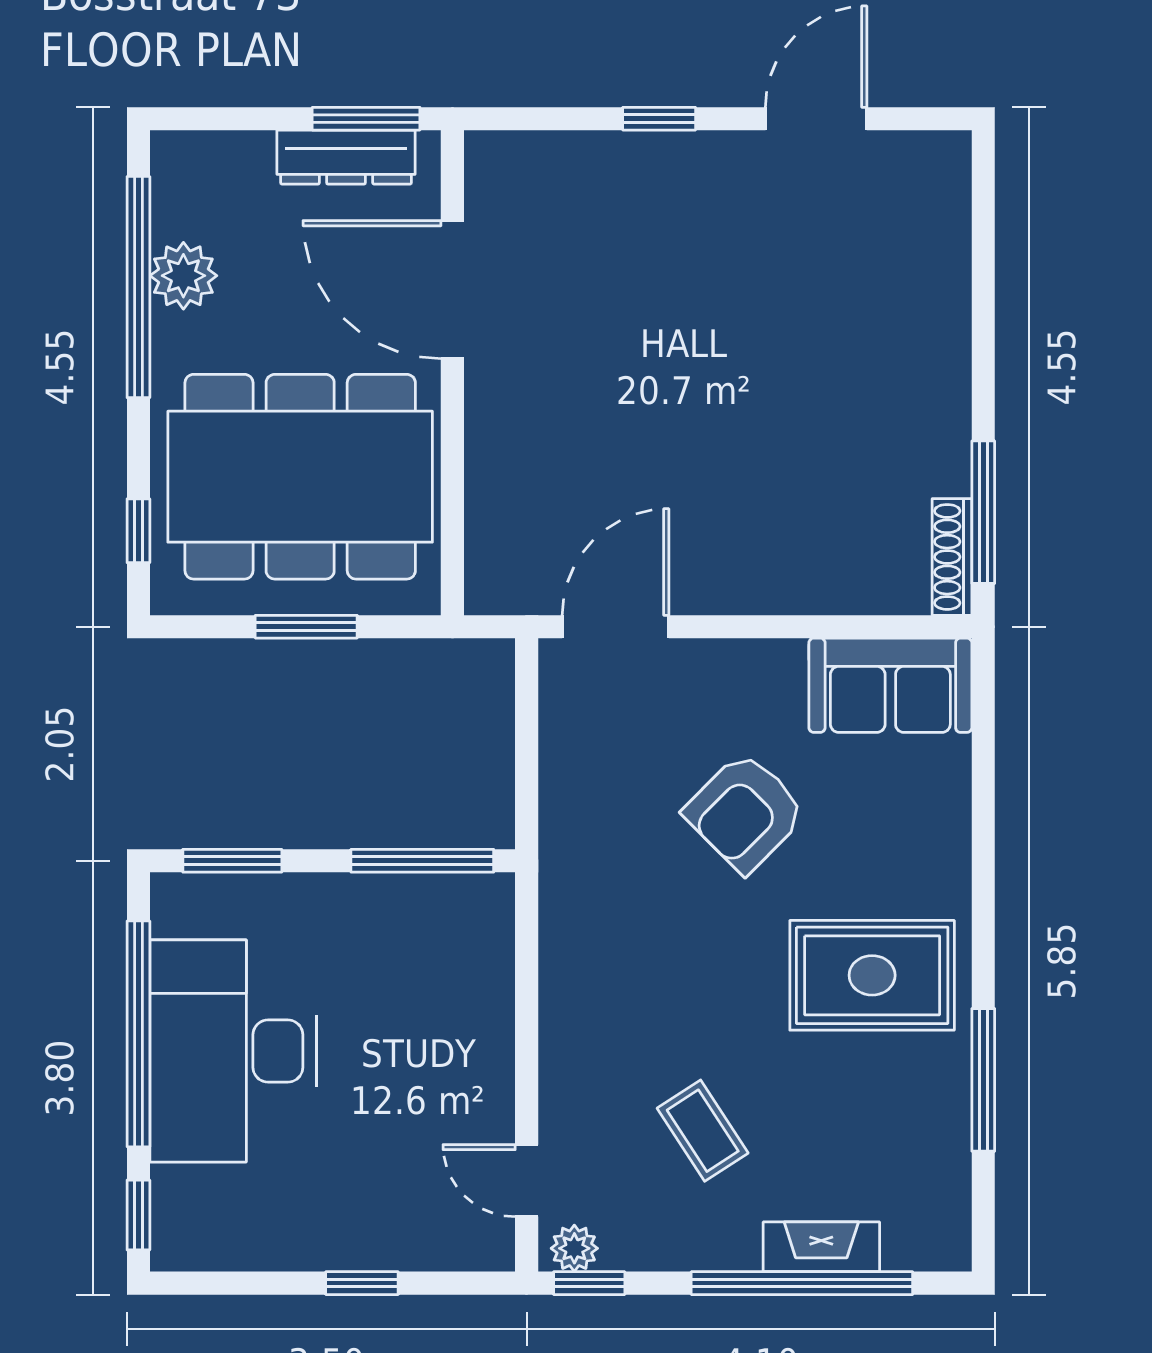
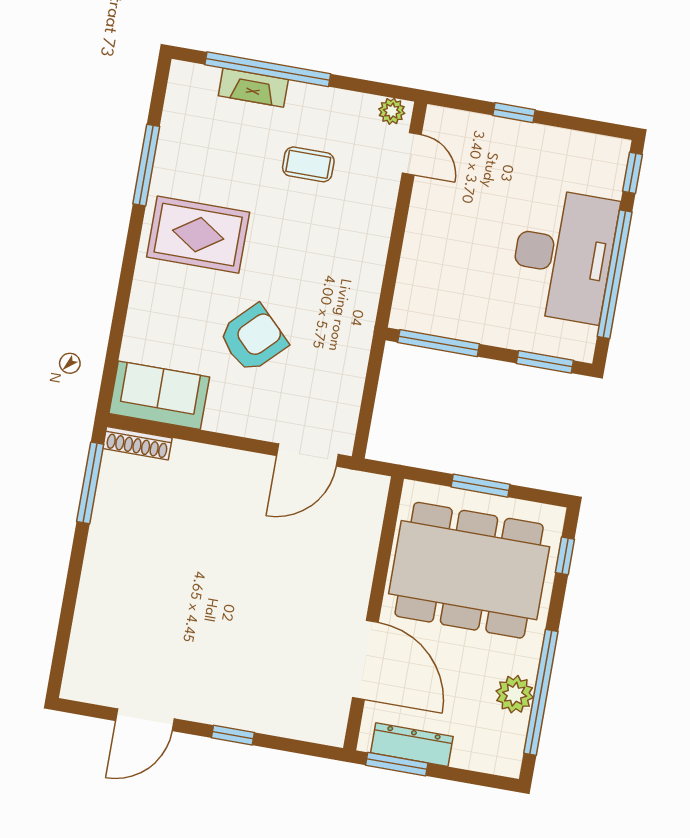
shoe rack: (952, 557) -> (137, 443), moved, turned 90
coffee table: (703, 1131) -> (308, 164), turned -57
window: (589, 1283) -> (387, 90), removed

